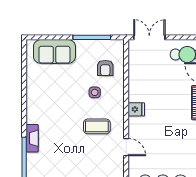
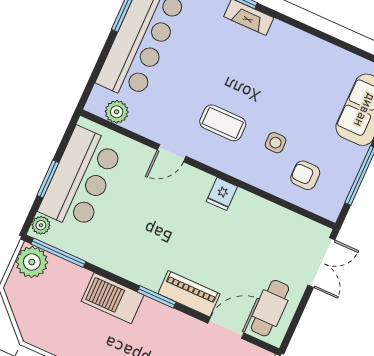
coffee table: (97, 126) -> (223, 123), turned 90

